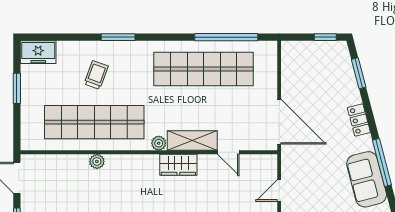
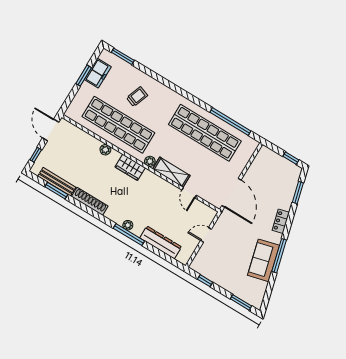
window: (118, 37) -> (123, 56), moved
freezer: (38, 52) -> (98, 73), moved, turned -90
wardrobe: (178, 165) -> (130, 167), moved

